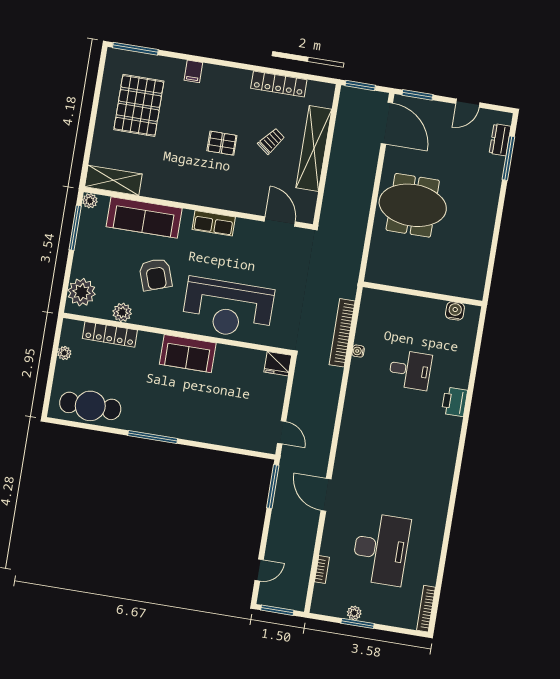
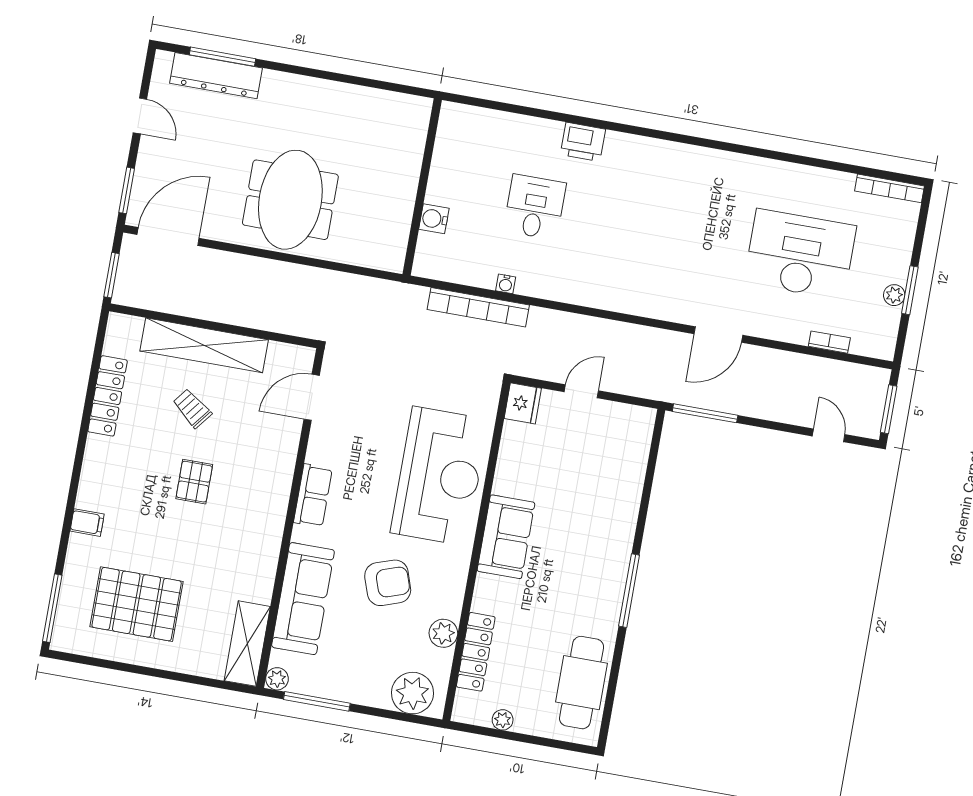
dresser: (500, 140) -> (216, 76), width x1.96, depth x1.24
water cooler: (455, 311) -> (434, 219), moved
door: (282, 432) -> (581, 391), moved

